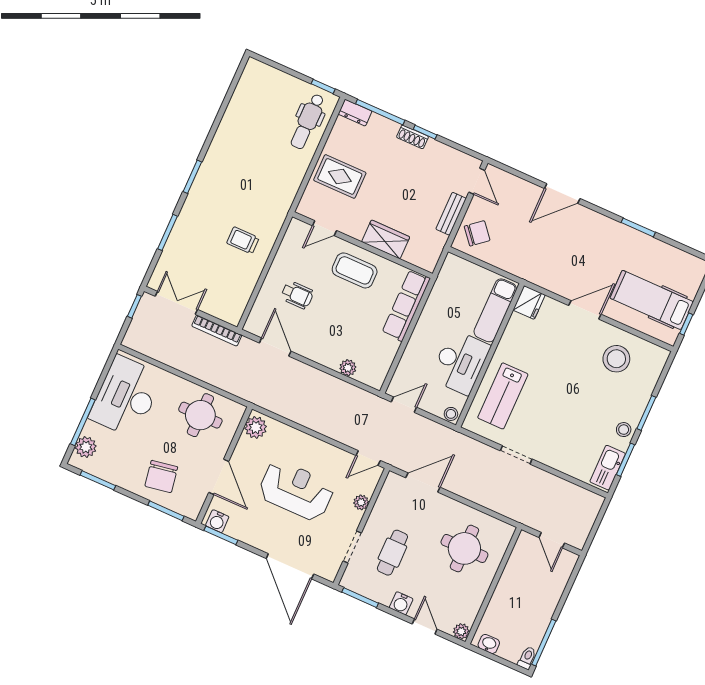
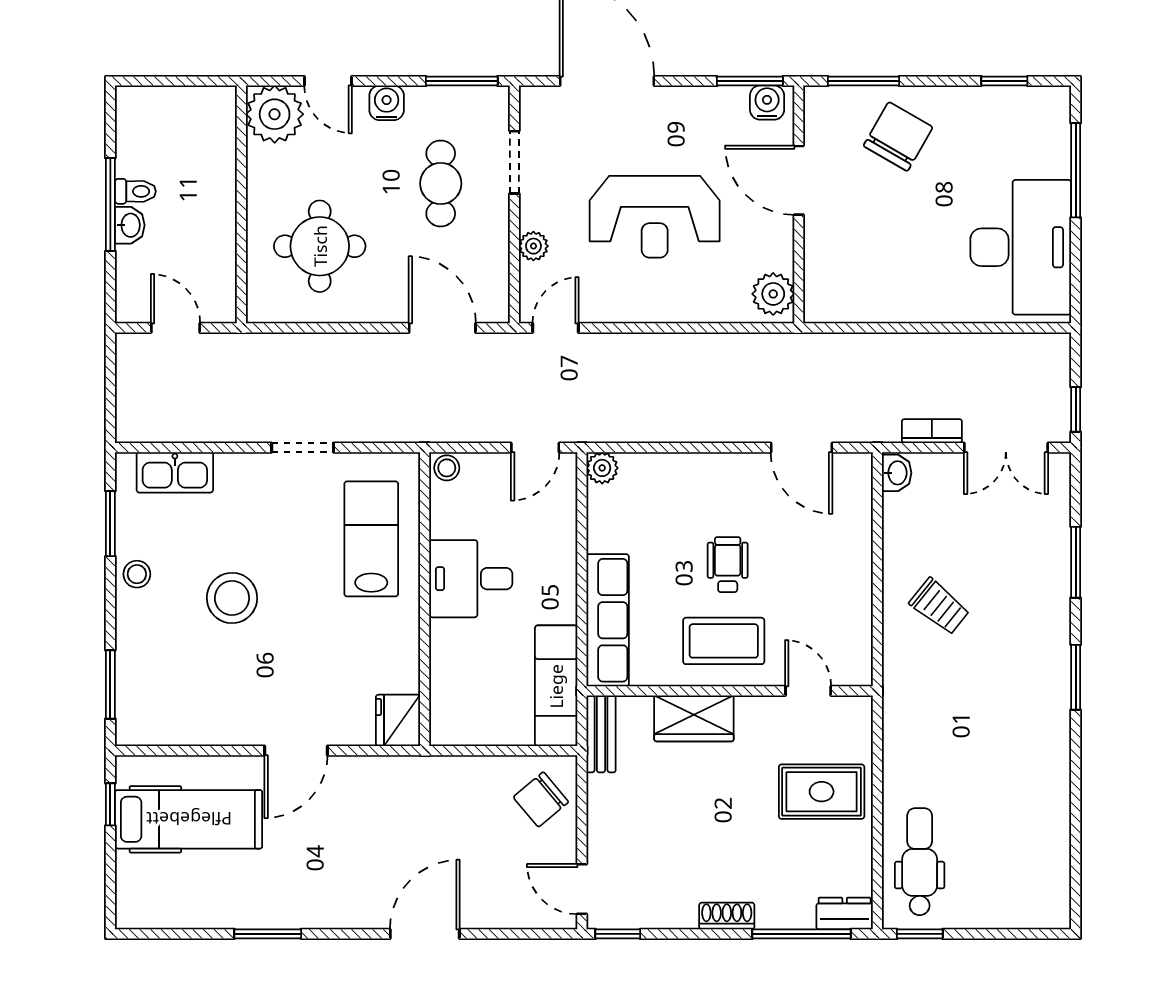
window: (425, 132) -> (618, 934), moved
bench: (451, 214) -> (601, 734), moved
door: (325, 228) -> (808, 691), hinge flipped
trolley: (243, 240) -> (939, 606), turned 39
wheelchair: (297, 295) -> (728, 565), moved, turned 90
exam couch: (495, 310) -> (556, 686), moved, turned 180
washbasin: (235, 314) -> (897, 473), added
bookcase: (217, 331) -> (932, 431), width x0.64
stool: (616, 359) -> (232, 598), moved
desk: (460, 362) -> (471, 579), width x0.73
plant: (348, 368) -> (602, 468), moved
window: (646, 413) -> (110, 685), moved
round table: (200, 415) -> (878, 273), removed
plant: (86, 447) -> (1051, 129), removed
kitchen sink: (608, 468) -> (175, 472), moved, turned 90
chair: (161, 476) -> (898, 137), turned 40
window: (98, 480) -> (1004, 81), width x0.67
door: (423, 483) -> (442, 328), swing flipped
plant: (461, 631) -> (275, 114), width x1.88, depth x1.88
window: (544, 643) -> (110, 205), moved
washbasin: (489, 644) -> (130, 225), moved, turned -90
toilet: (527, 658) -> (135, 191), moved, turned -90

